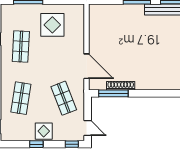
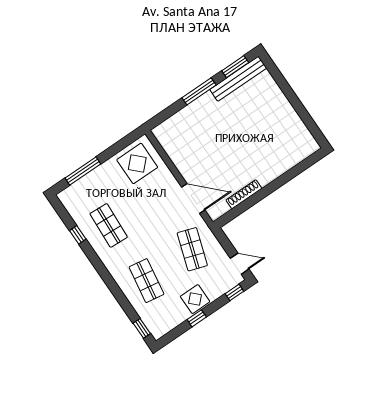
display table: (52, 25) -> (137, 163), moved
window: (113, 93) -> (242, 208), removed
shop shelf: (64, 98) -> (192, 249), turned 39

